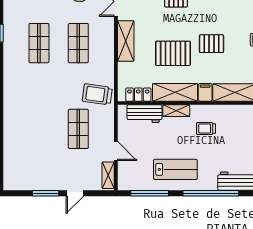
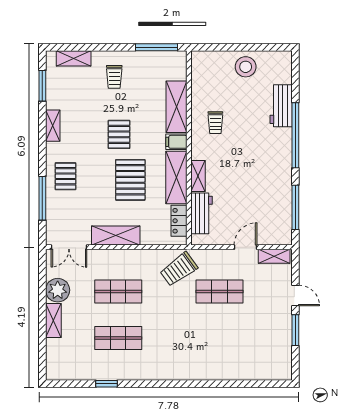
trolley: (97, 94) -> (179, 269), turned 46
trolley: (206, 129) -> (215, 123), moved
lab bench: (175, 169) -> (267, 177), removed

